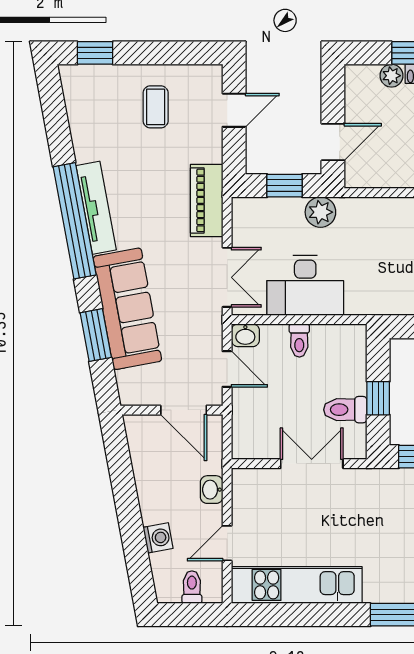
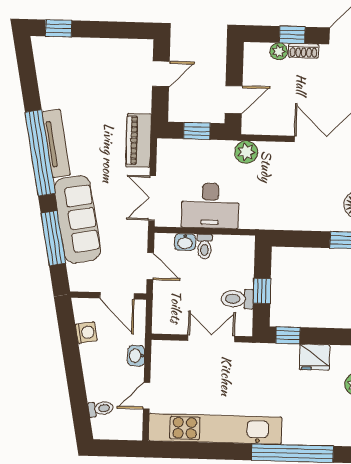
coffee table: (156, 107) -> (103, 70), removed
plant: (320, 212) -> (246, 152), moved
double door: (227, 277) -> (152, 198), swing flipped
window: (96, 335) -> (53, 238), width x1.44
washbasin: (245, 335) -> (185, 242), moved
washing machine: (158, 538) -> (86, 332), moved
kitchen unit: (297, 585) -> (215, 429), width x1.36
toilet: (192, 587) -> (101, 409), moved, turned 80

